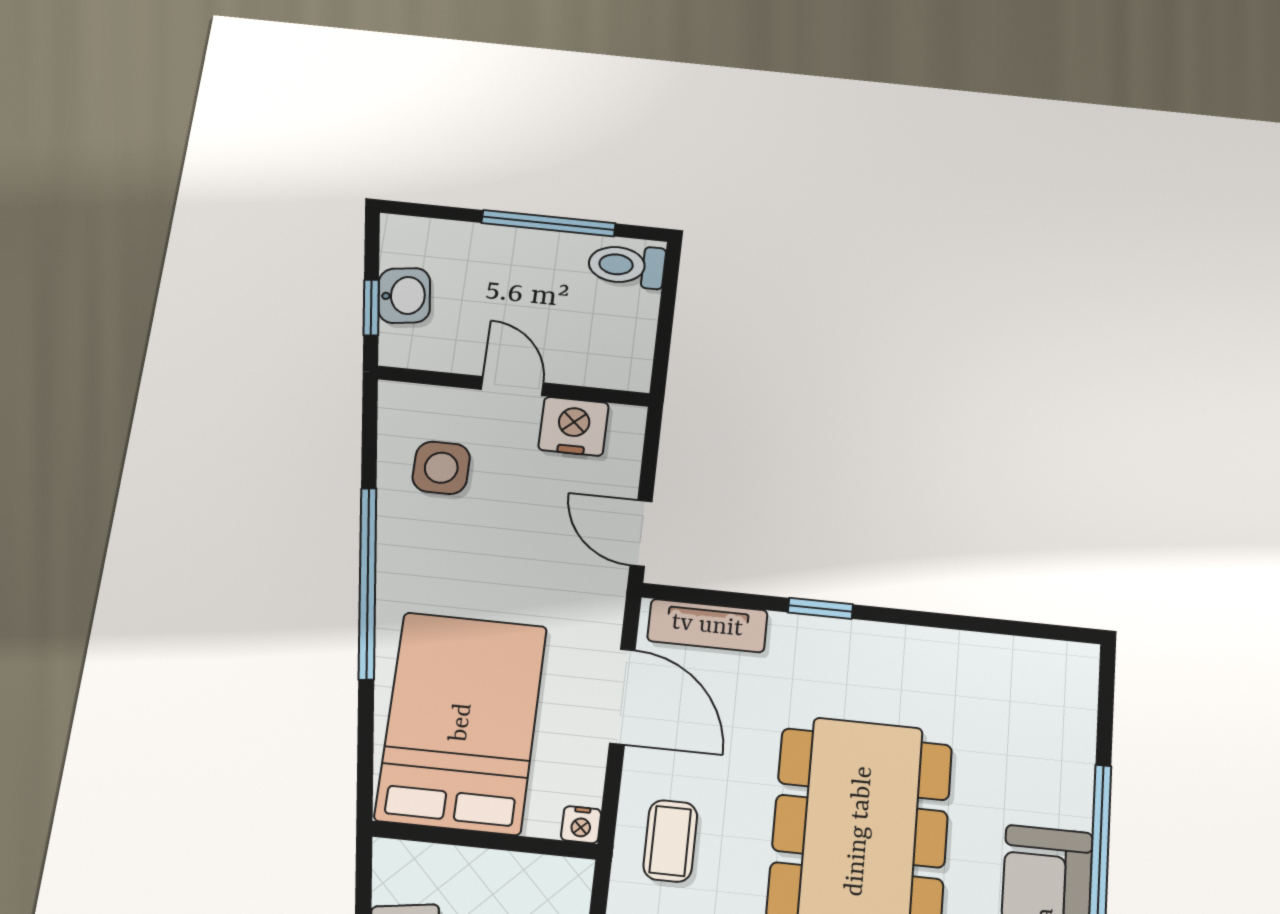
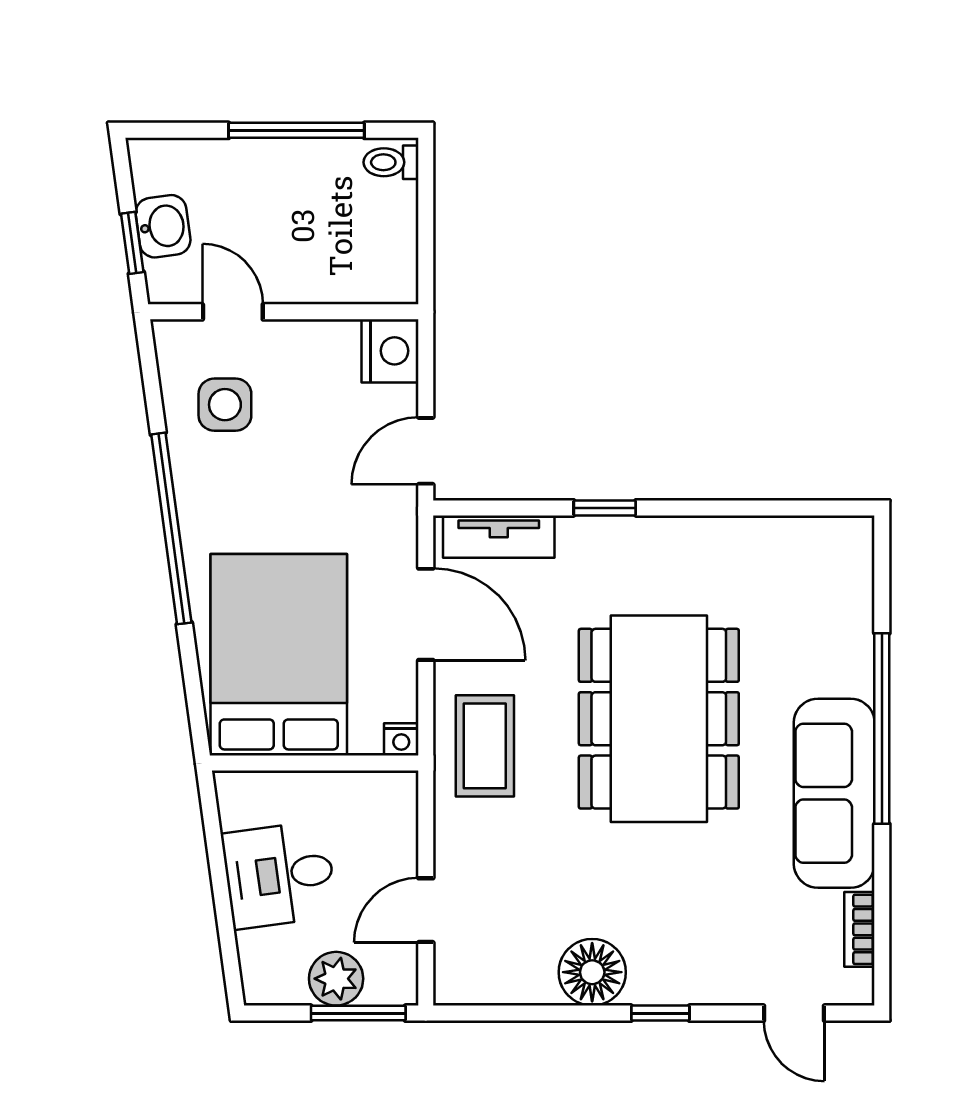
toilet: (627, 265) -> (391, 162), width x0.73, depth x0.72
door: (512, 386) -> (233, 312), moved
nightstand: (574, 426) -> (390, 351), moved, turned 90
door: (641, 533) -> (426, 451), hinge flipped
coffee table: (670, 841) -> (485, 746), width x1.36, depth x1.30

